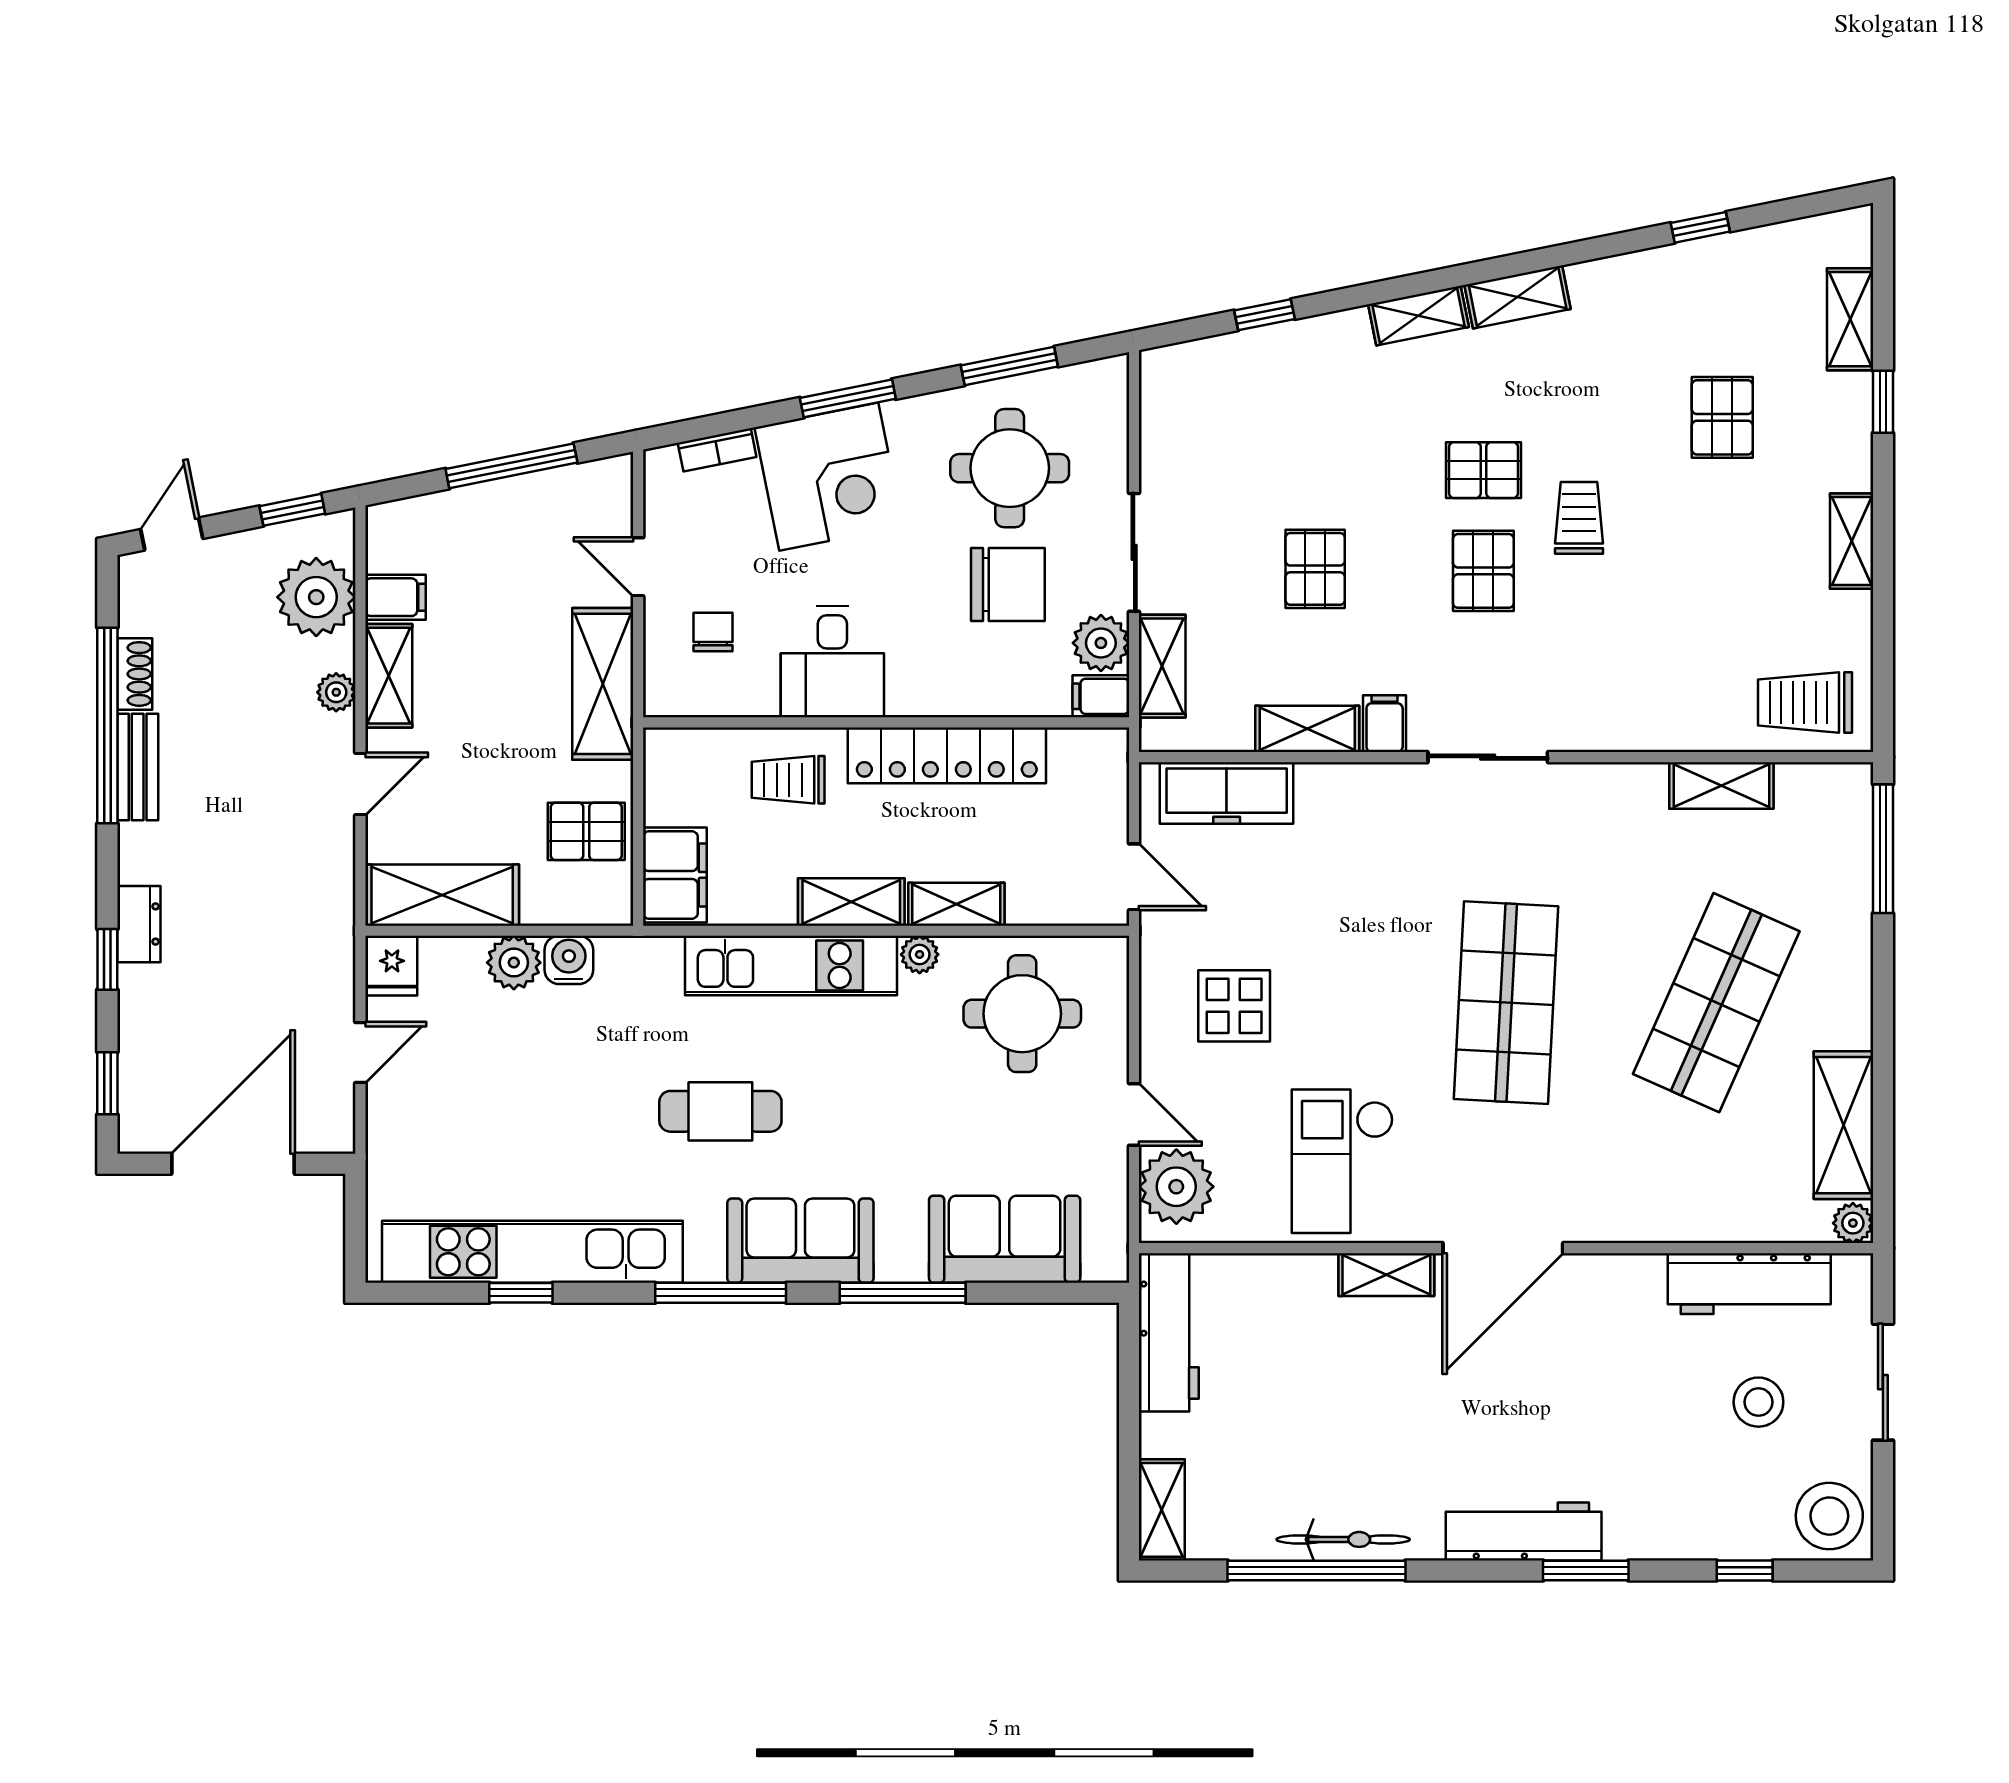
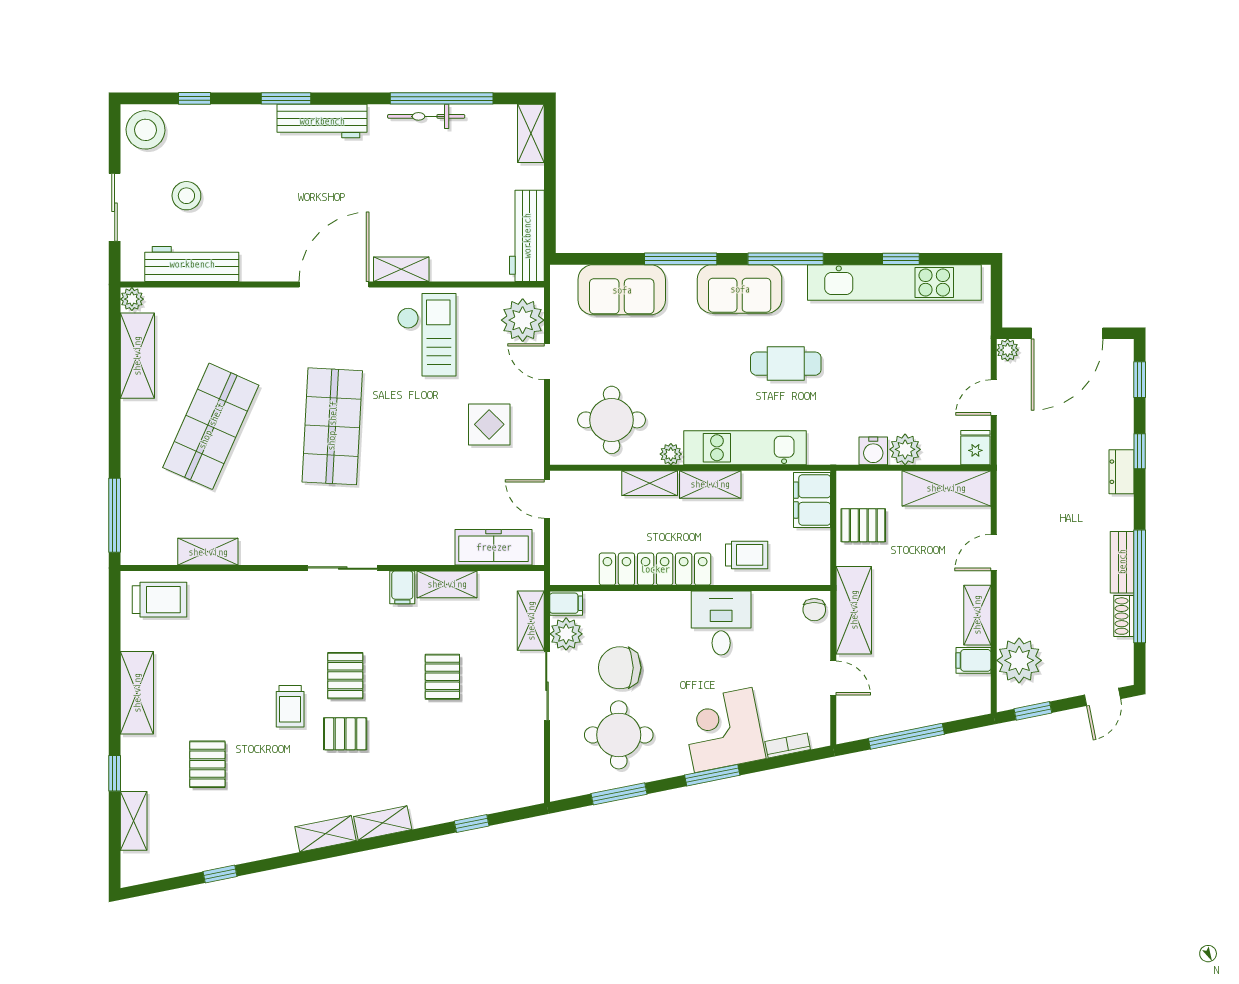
shelving: (1852, 541) -> (137, 693), width x1.50, depth x1.33
chair: (713, 632) -> (814, 610), moved
plant: (336, 692) -> (1008, 350), moved

